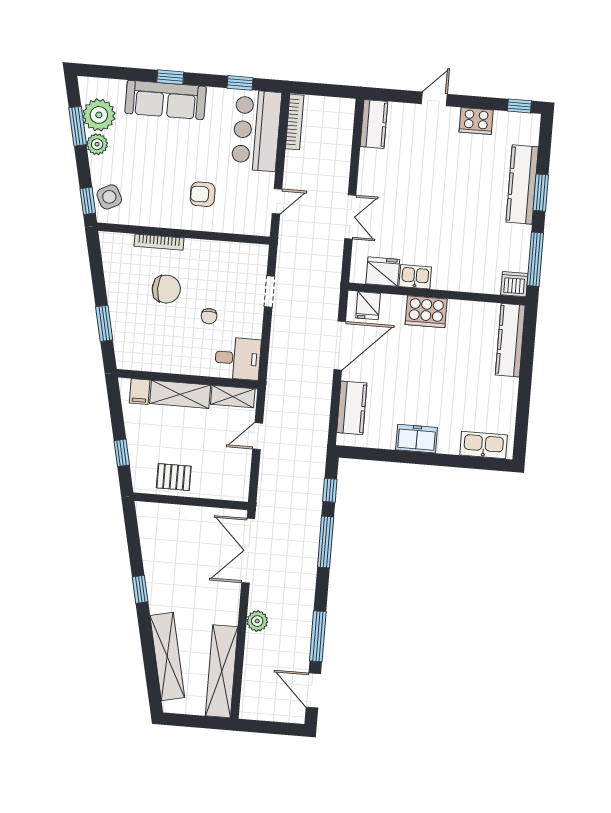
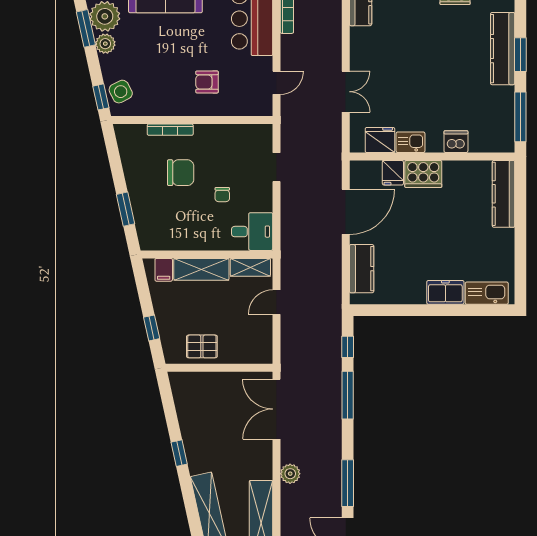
dishwasher: (514, 284) -> (456, 142), moved
fridge: (368, 306) -> (393, 173), moved
freezer: (417, 439) -> (445, 292), moved

